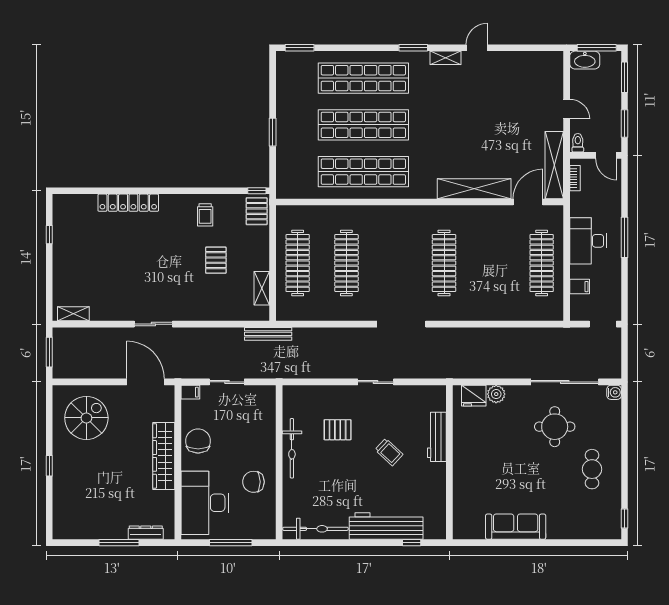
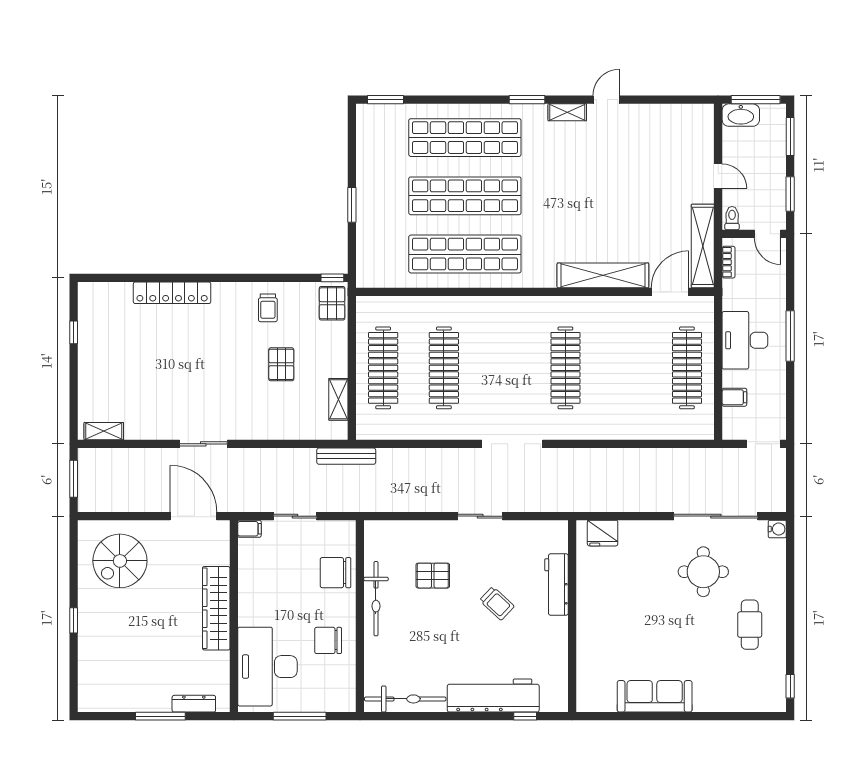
plant: (496, 394) -> (630, 531), removed
spiral stairs: (86, 418) -> (120, 561), turned 180
chair: (198, 441) -> (336, 573), moved, turned -90

